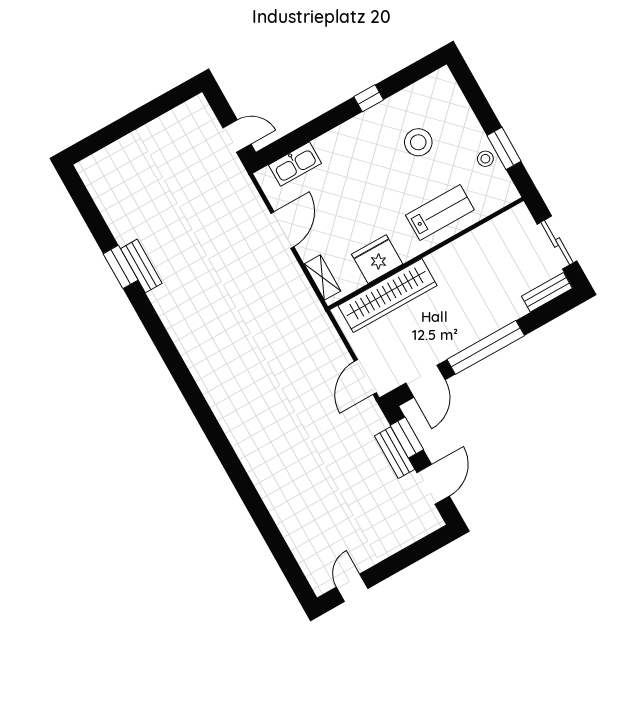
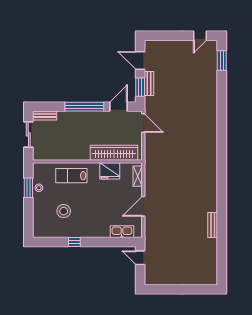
window: (121, 267) -> (222, 60), moved
door: (365, 377) -> (143, 123), hinge flipped
door: (433, 484) -> (140, 60), hinge flipped

